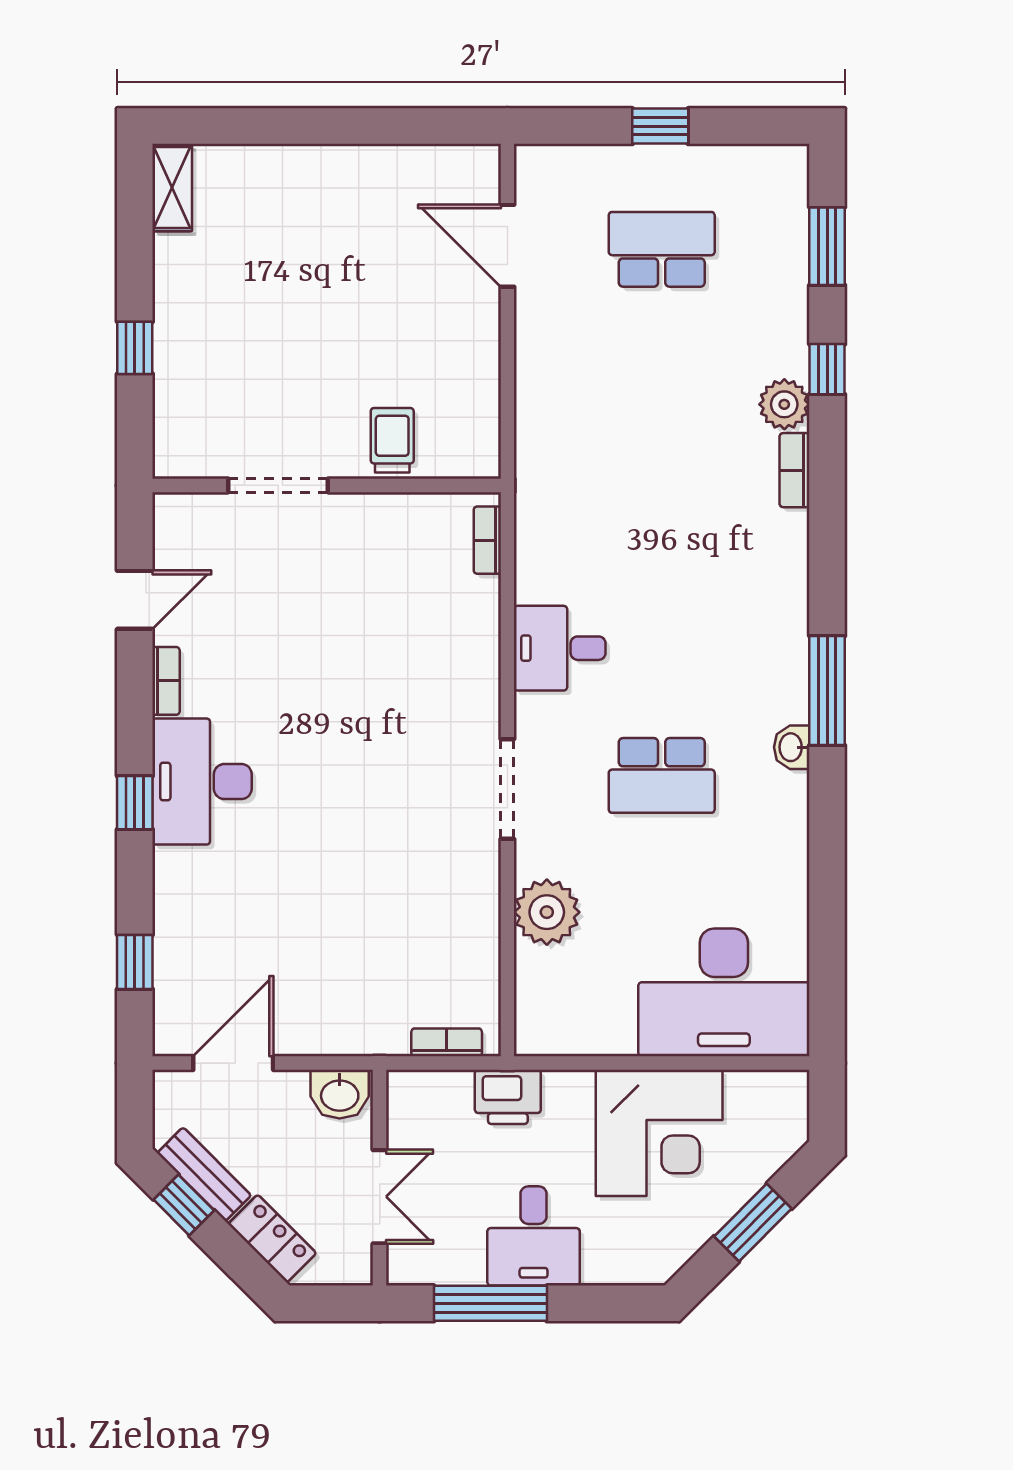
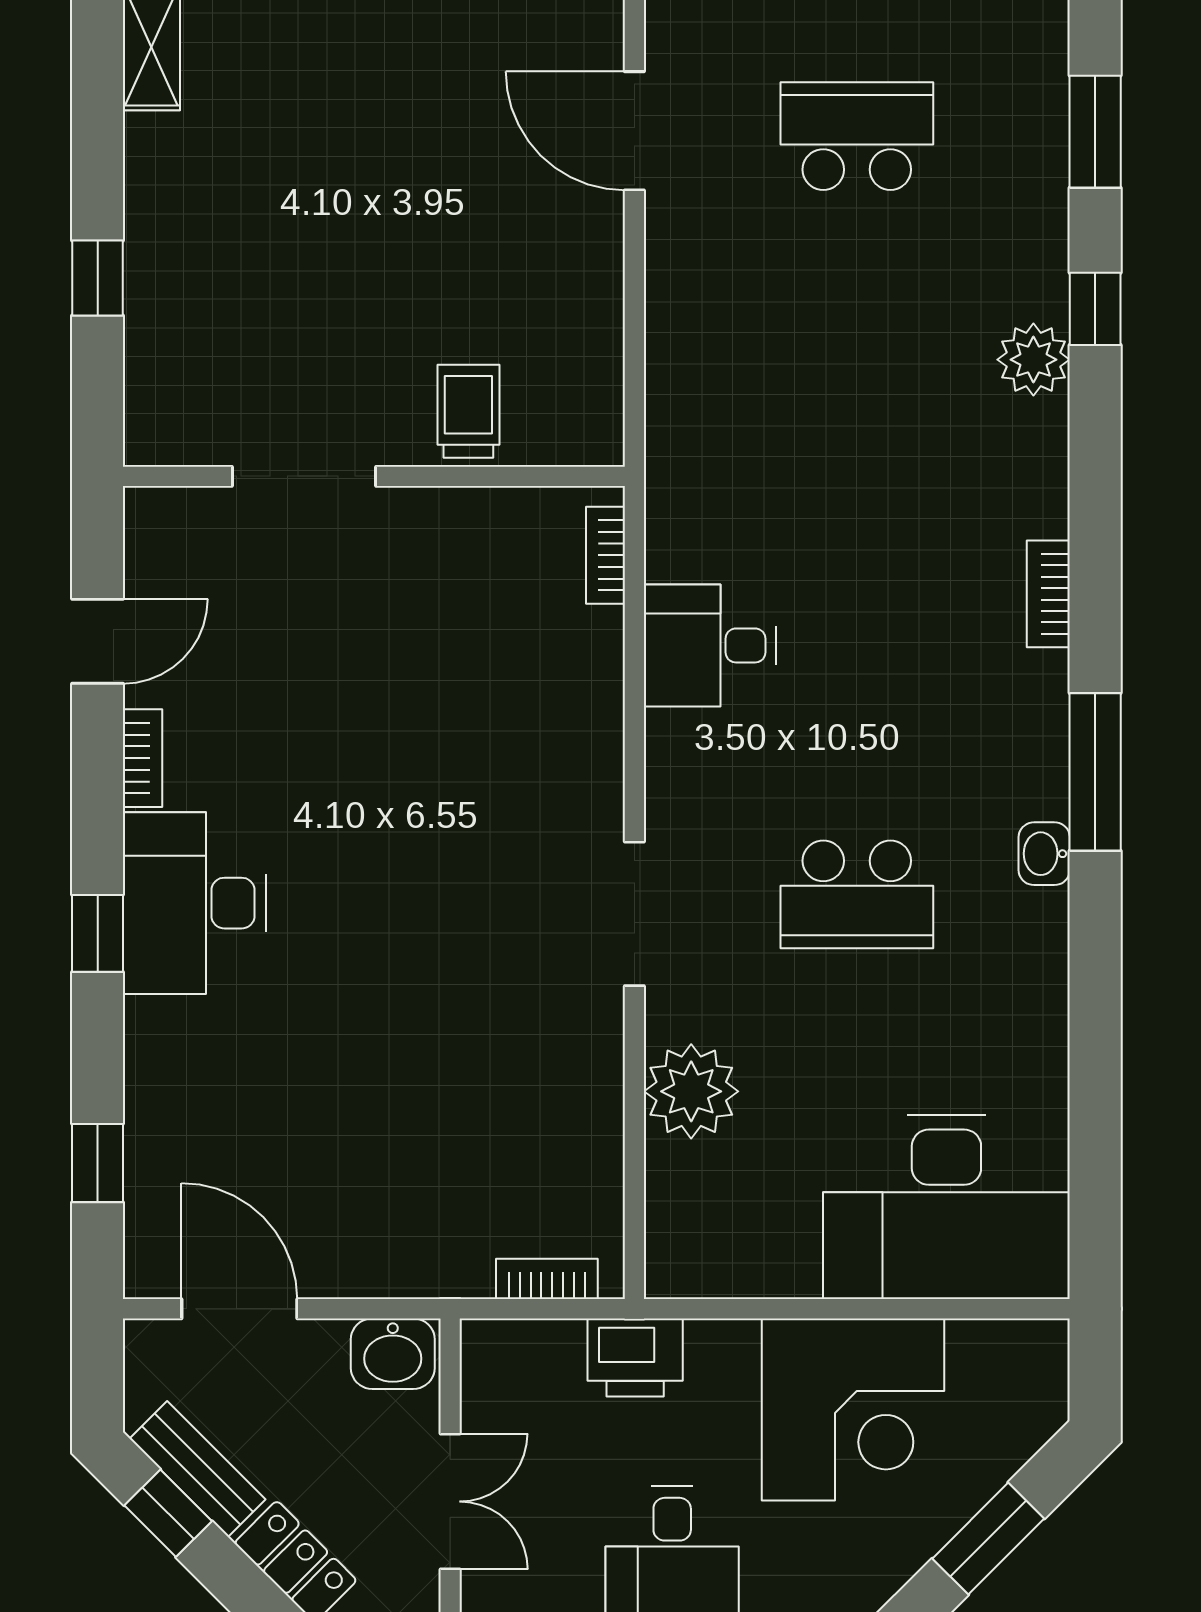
bookcase: (795, 470) -> (1048, 594), moved
desk: (560, 648) -> (710, 645), moved
door: (233, 1063) -> (239, 1309), hinge flipped

